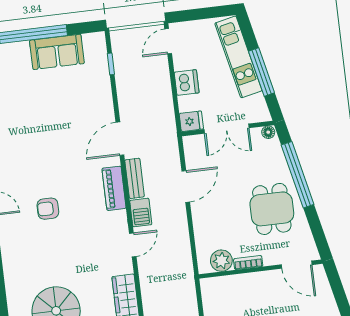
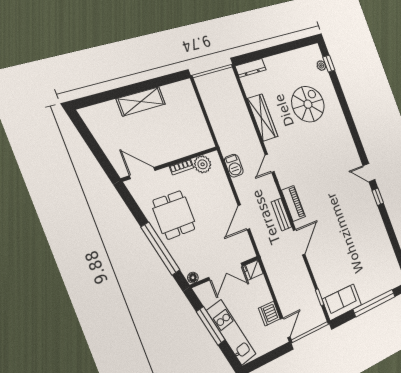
sofa: (57, 52) -> (342, 302), moved
dishwasher: (187, 83) -> (269, 314), moved
double door: (226, 129) -> (226, 271), swing flipped
armchair: (48, 209) -> (332, 178), removed
barbecue: (141, 212) -> (234, 166), moved, turned 180

